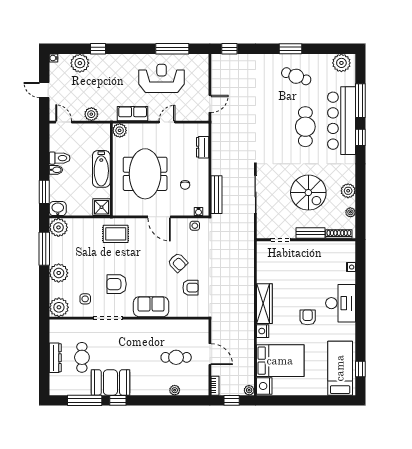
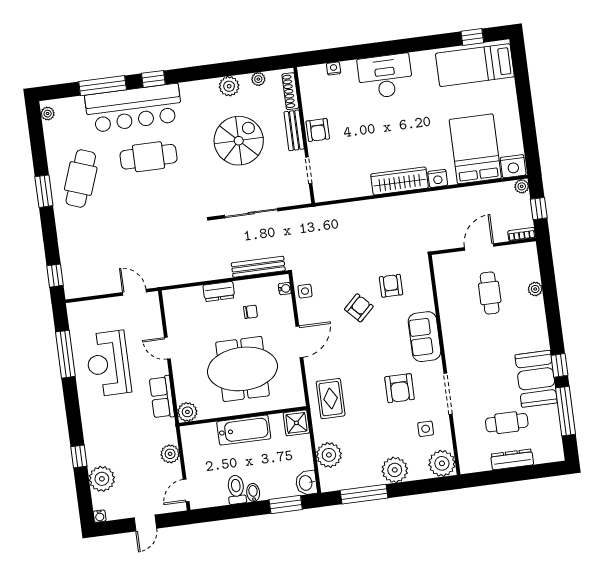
plant: (341, 63) -> (48, 114), width x0.53, depth x0.53
cafe table: (296, 76) -> (81, 179), width x1.37, depth x1.35
dresser: (203, 147) -> (219, 291), moved
plant: (58, 227) -> (329, 455), moved
armchair: (308, 317) -> (318, 130), moved, turned -90

